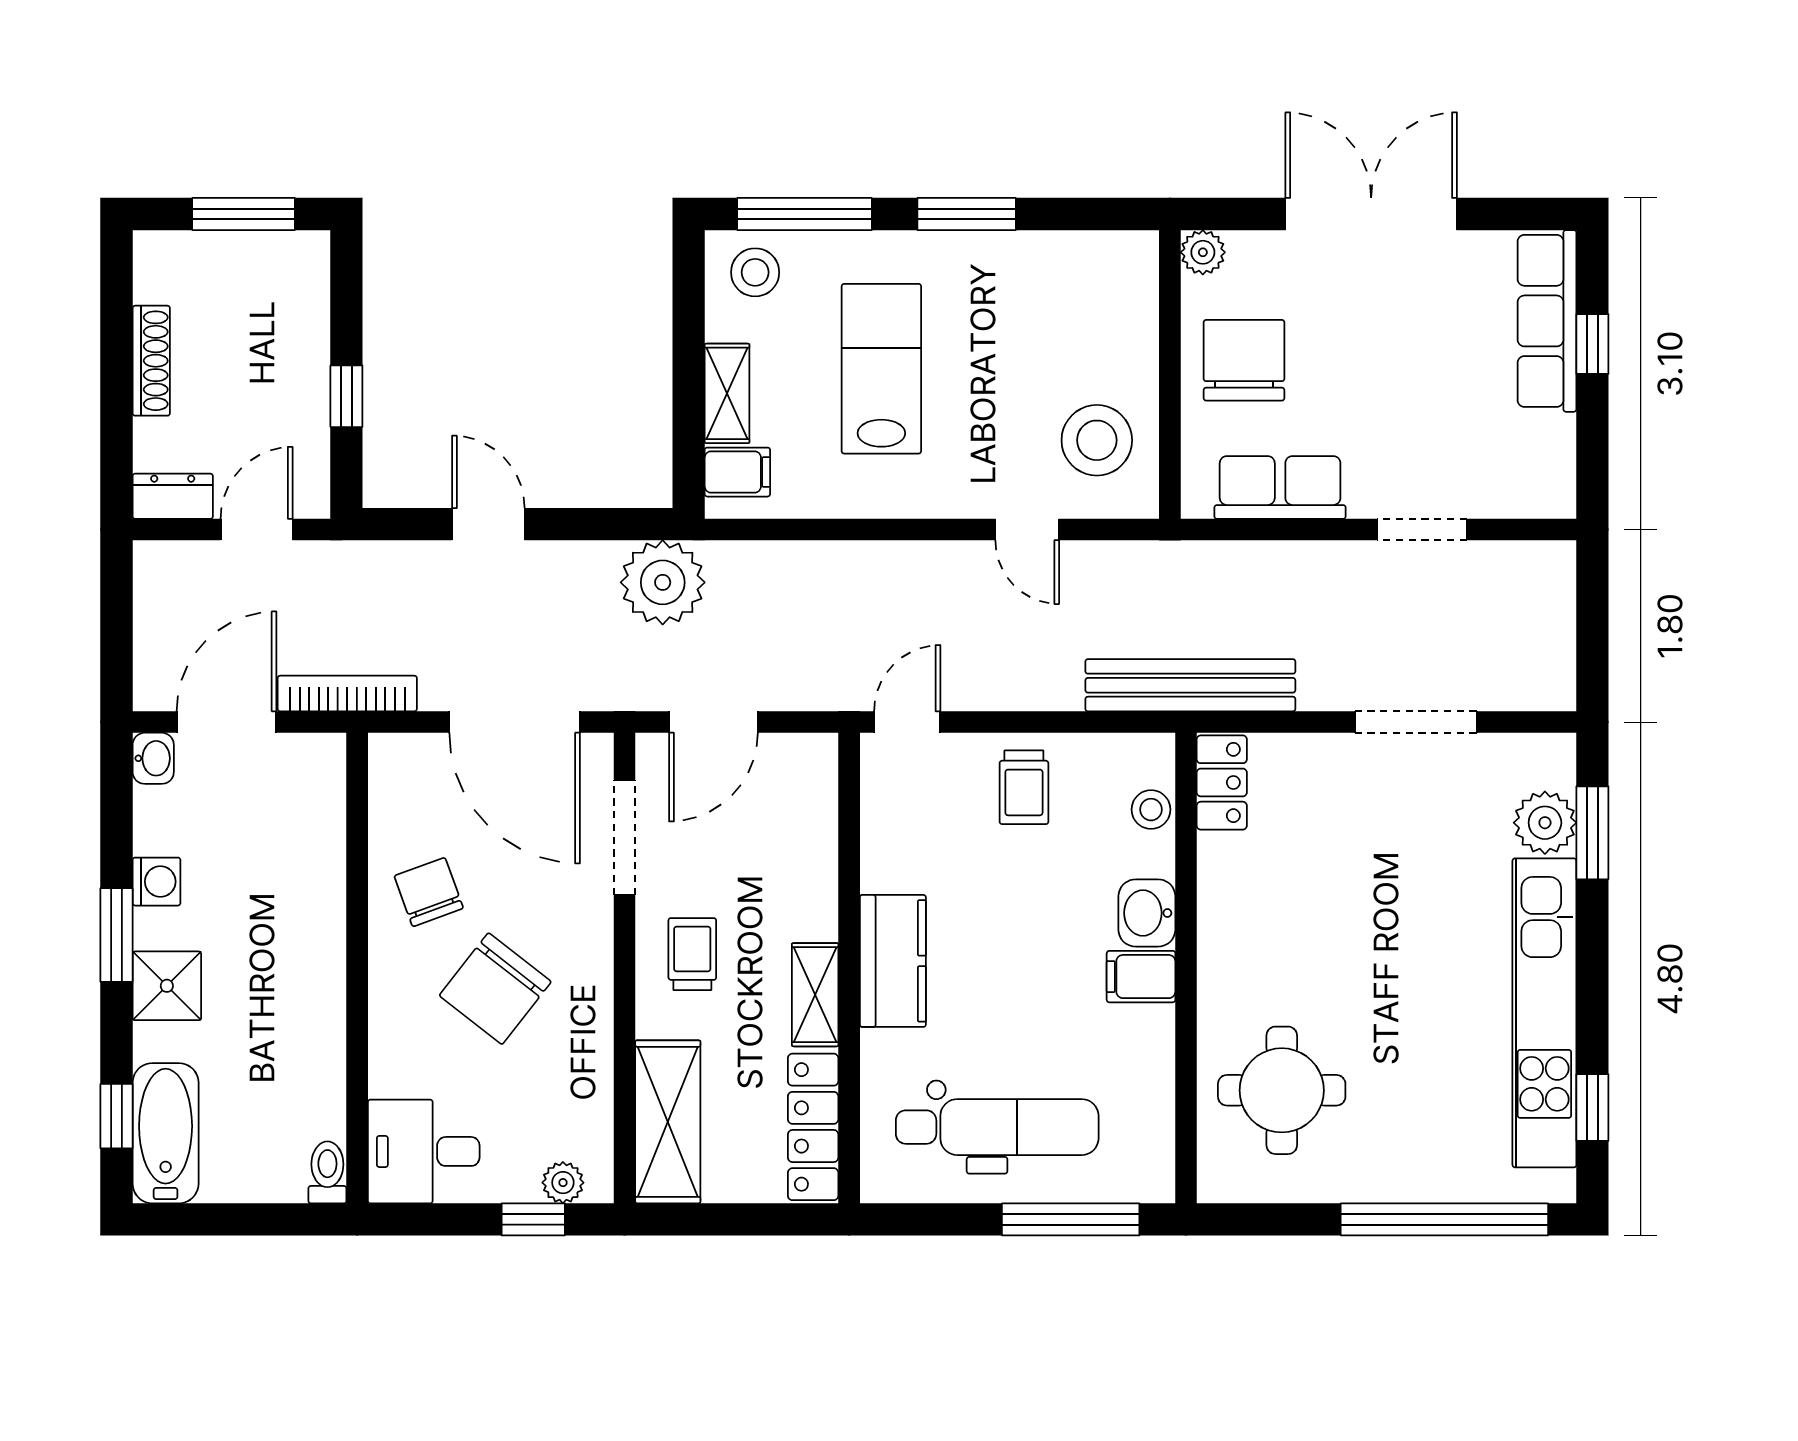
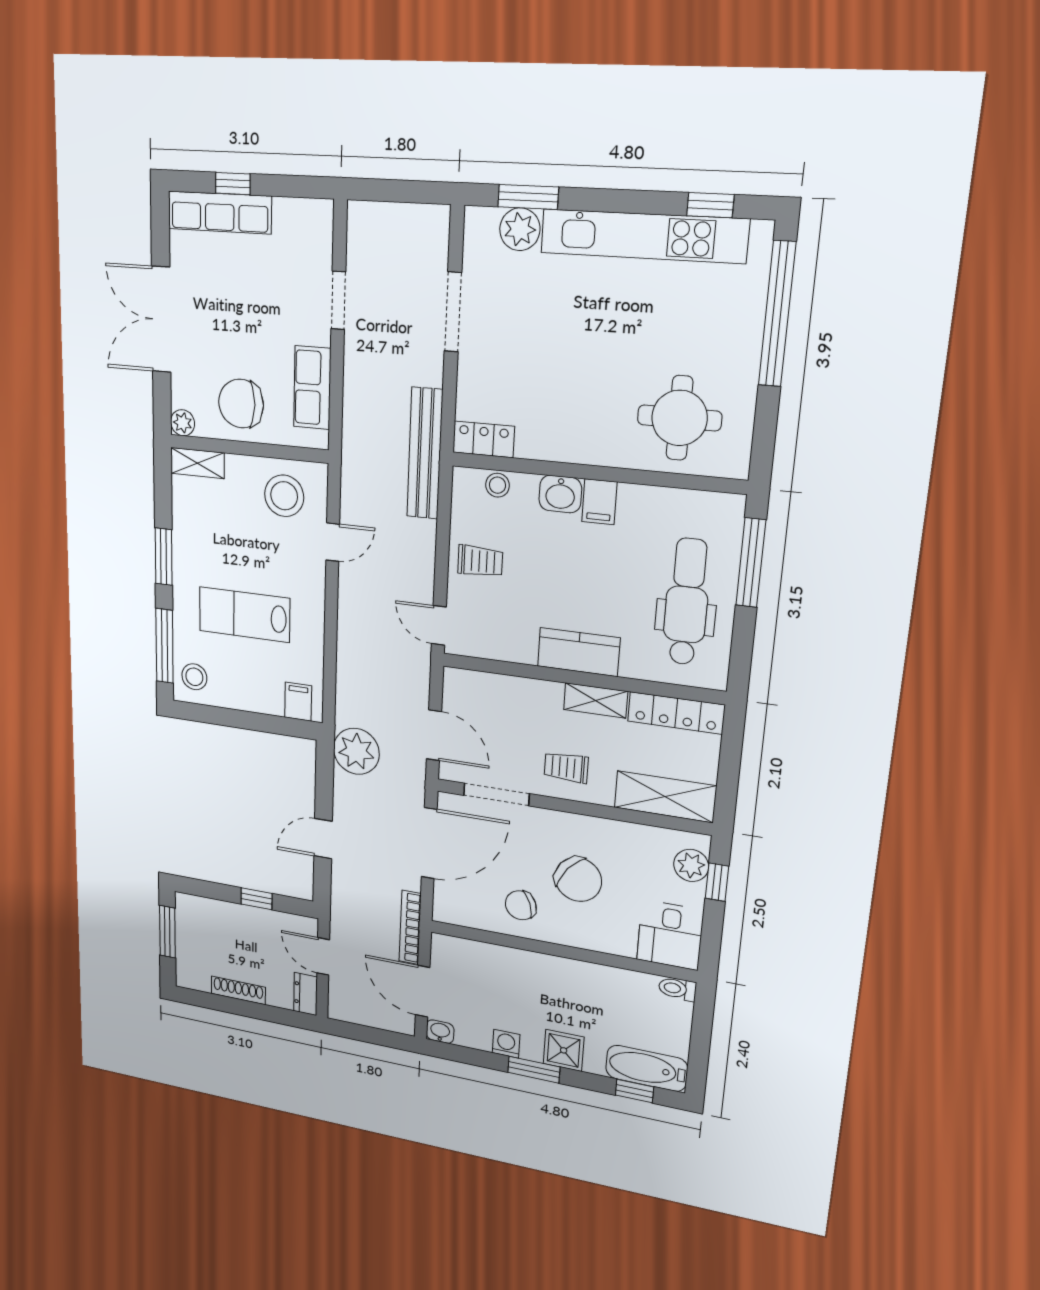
shelving: (727, 393) -> (197, 463), moved
plant: (563, 1183) -> (691, 865), width x1.38, depth x1.38

